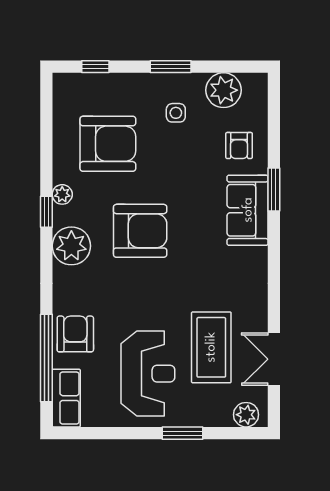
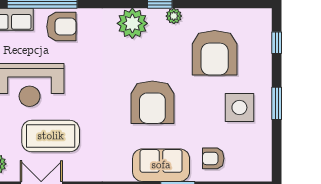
plant: (224, 90) -> (258, 146), removed
side table: (176, 113) -> (239, 108), width x1.87, depth x1.87
armchair: (140, 231) -> (152, 102), moved

